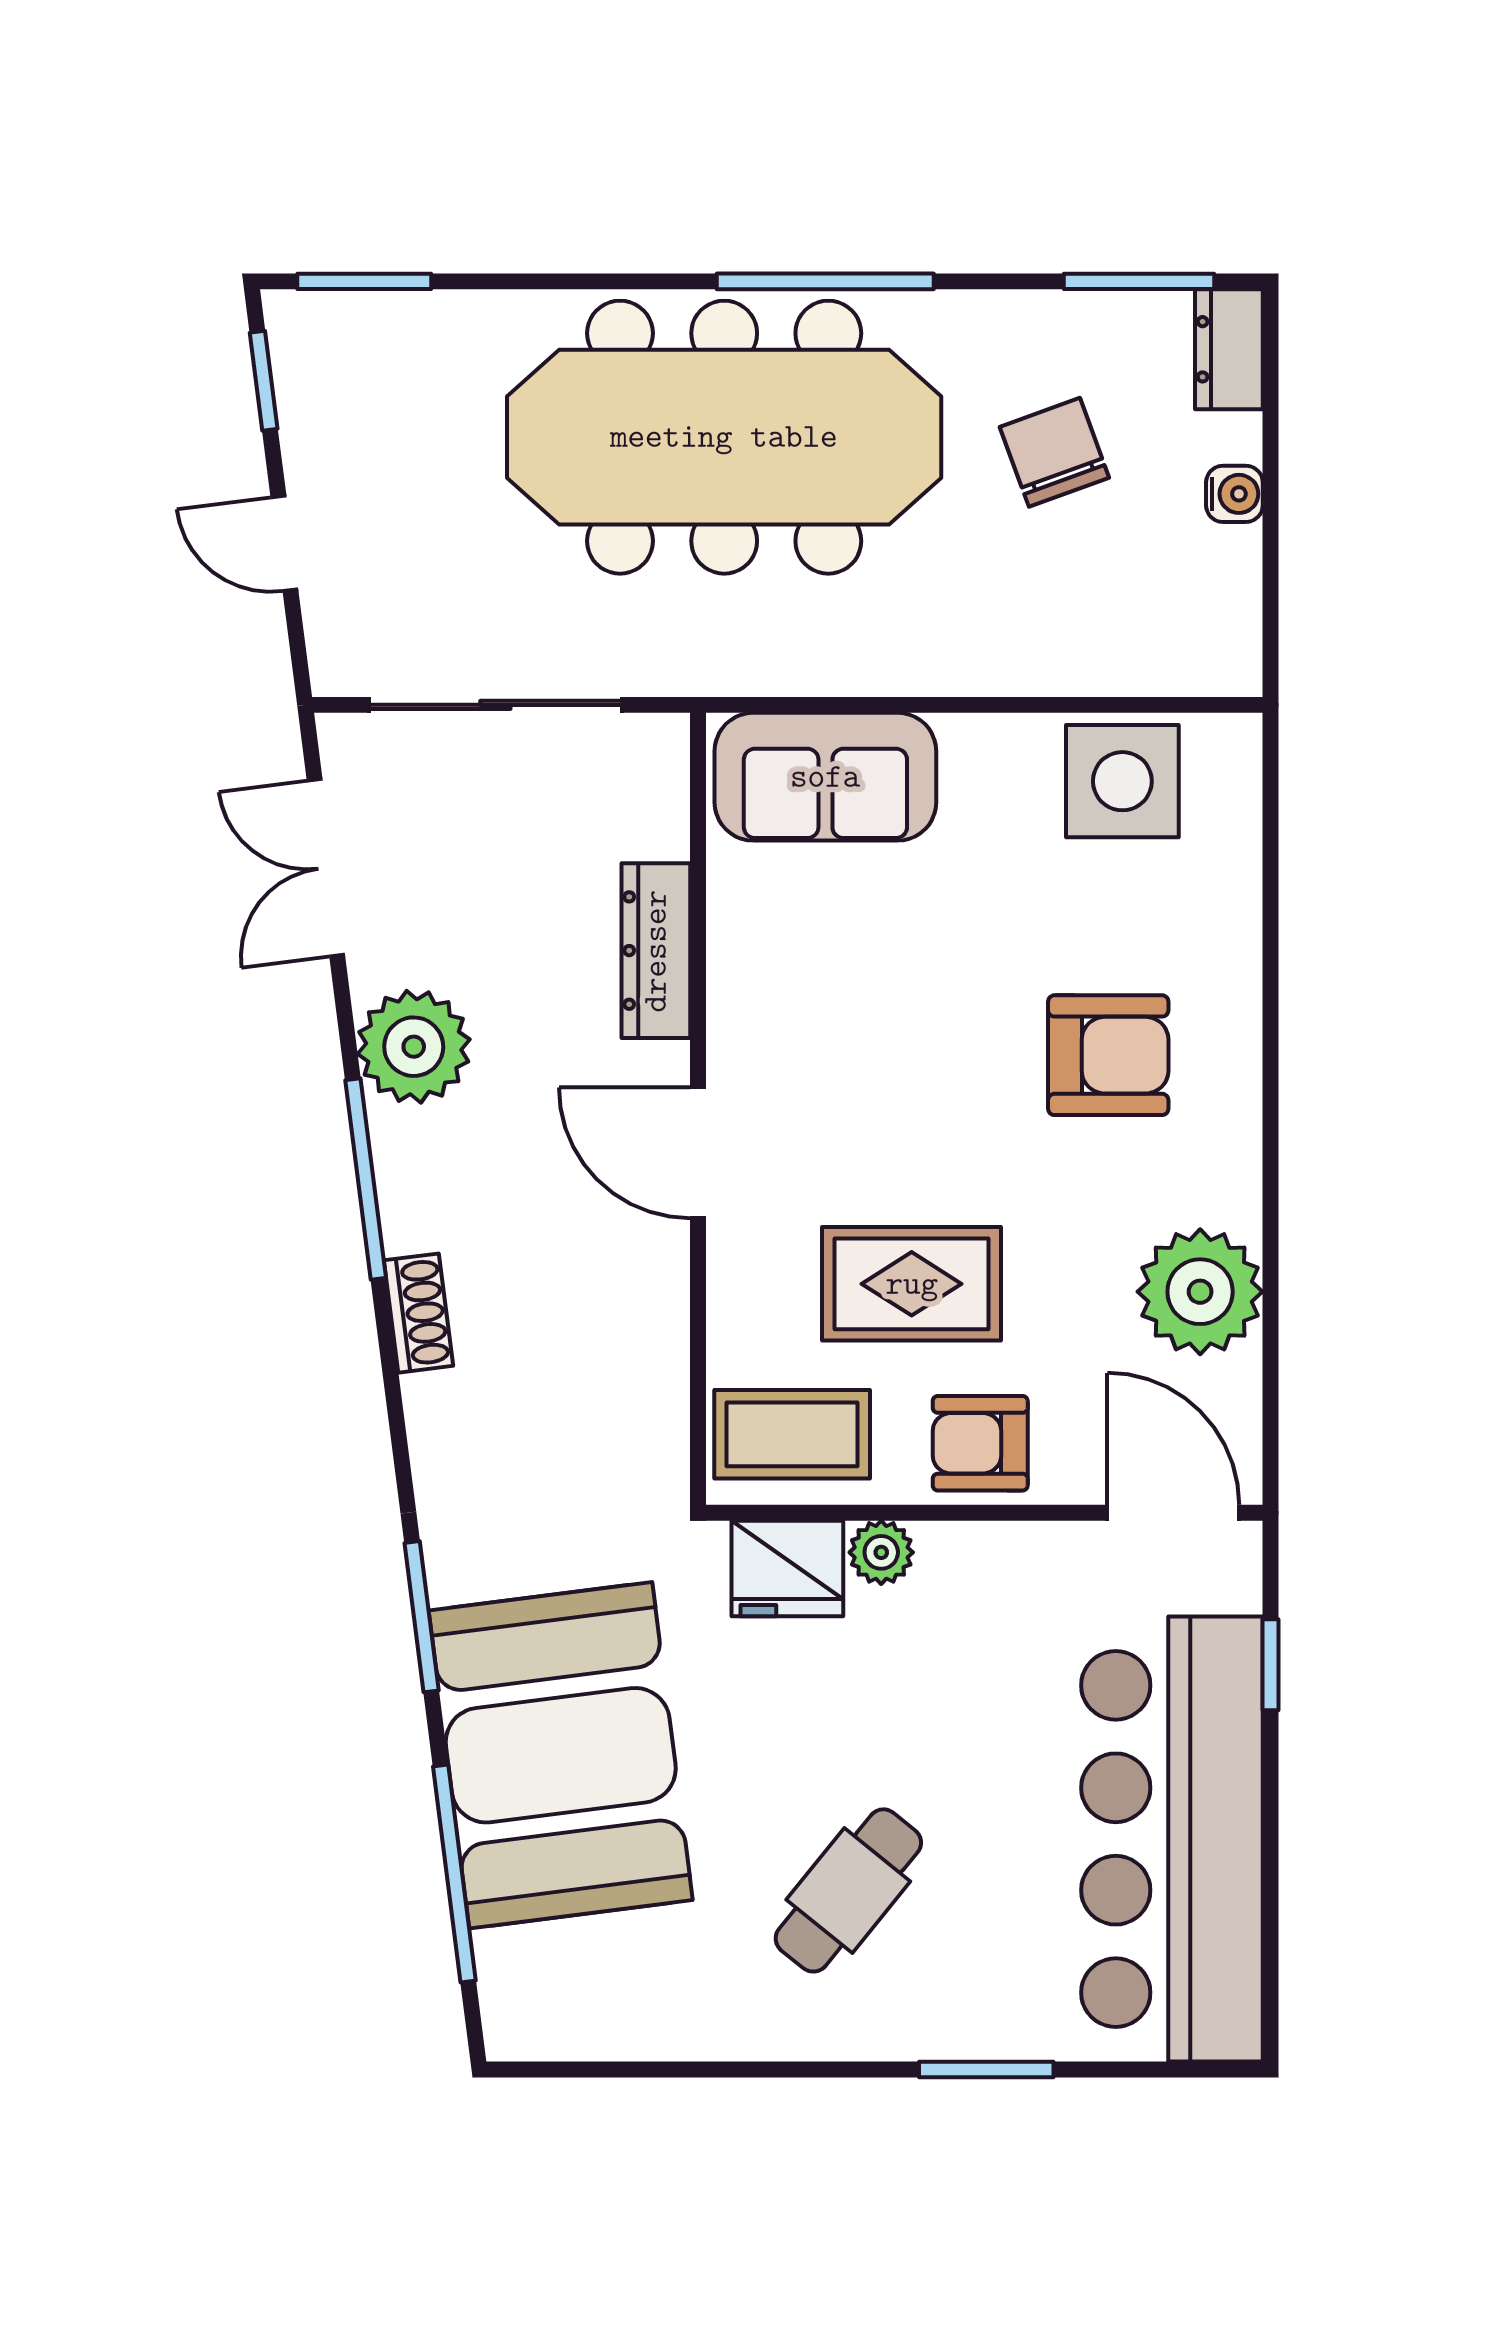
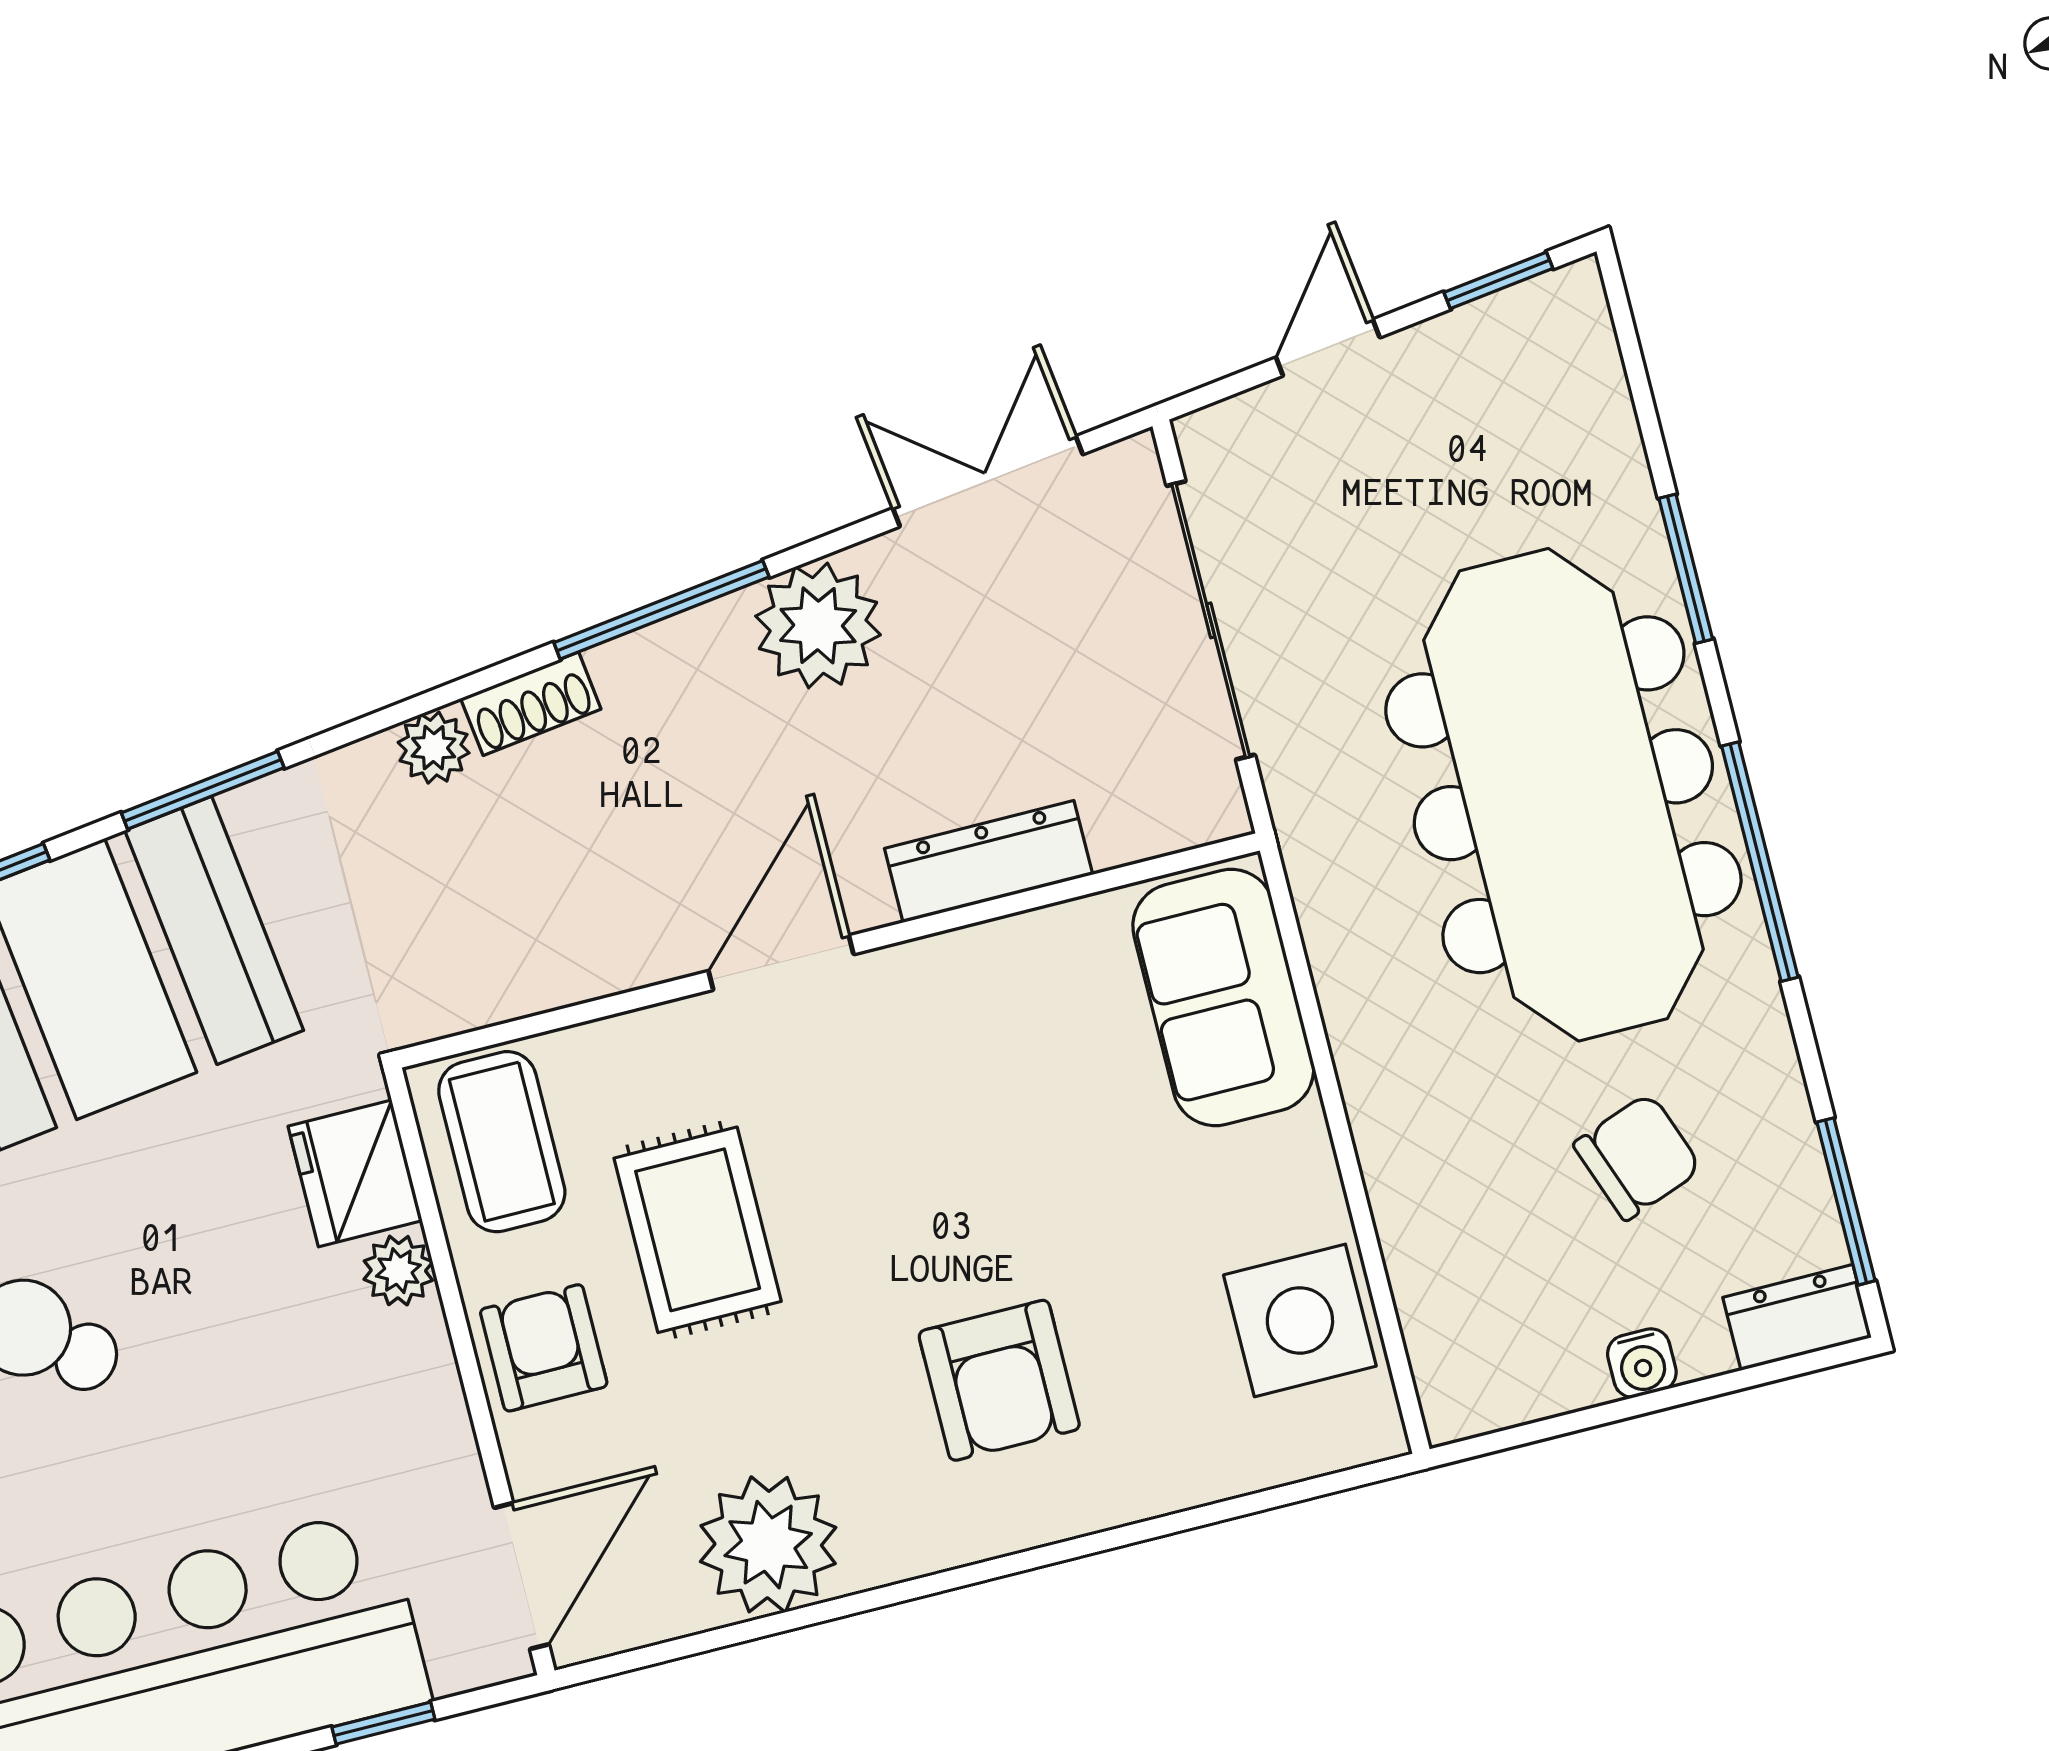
window: (364, 281) -> (1686, 569), moved
plant: (435, 1407) -> (434, 748), added

